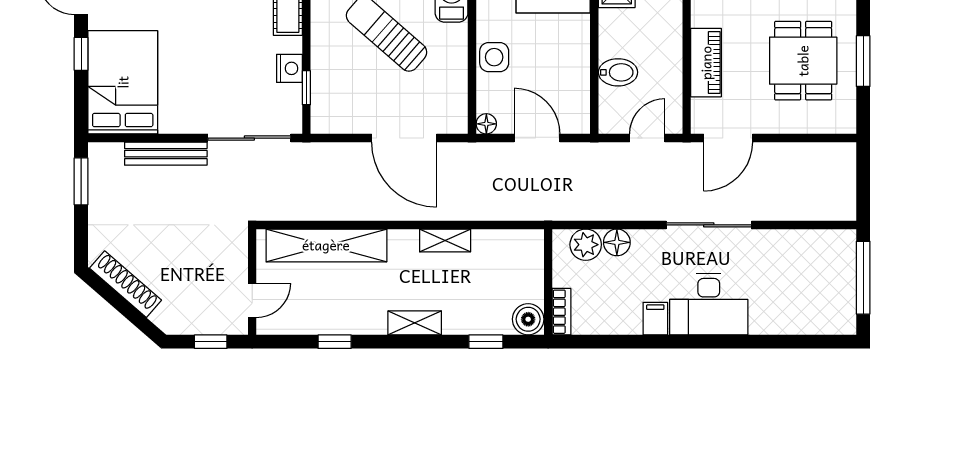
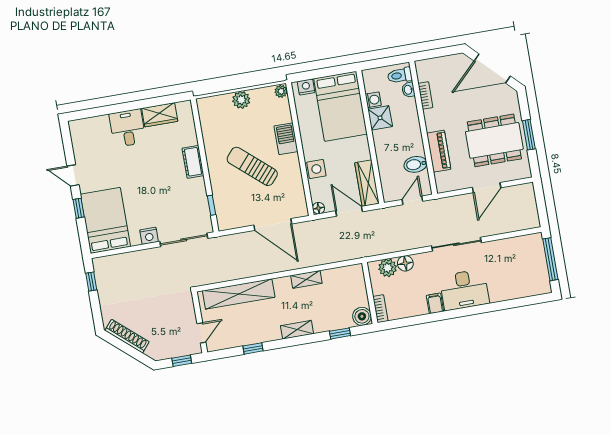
dining table: (803, 61) -> (494, 140), width x1.38
nightstand: (289, 68) -> (149, 236), moved, turned 90
bidet: (618, 72) -> (415, 164), moved, turned 180
wardrobe: (575, 96) -> (367, 183), added
door: (728, 138) -> (487, 188), moved
bench: (166, 154) -> (137, 257), removed
window: (81, 181) -> (91, 281), width x0.67

